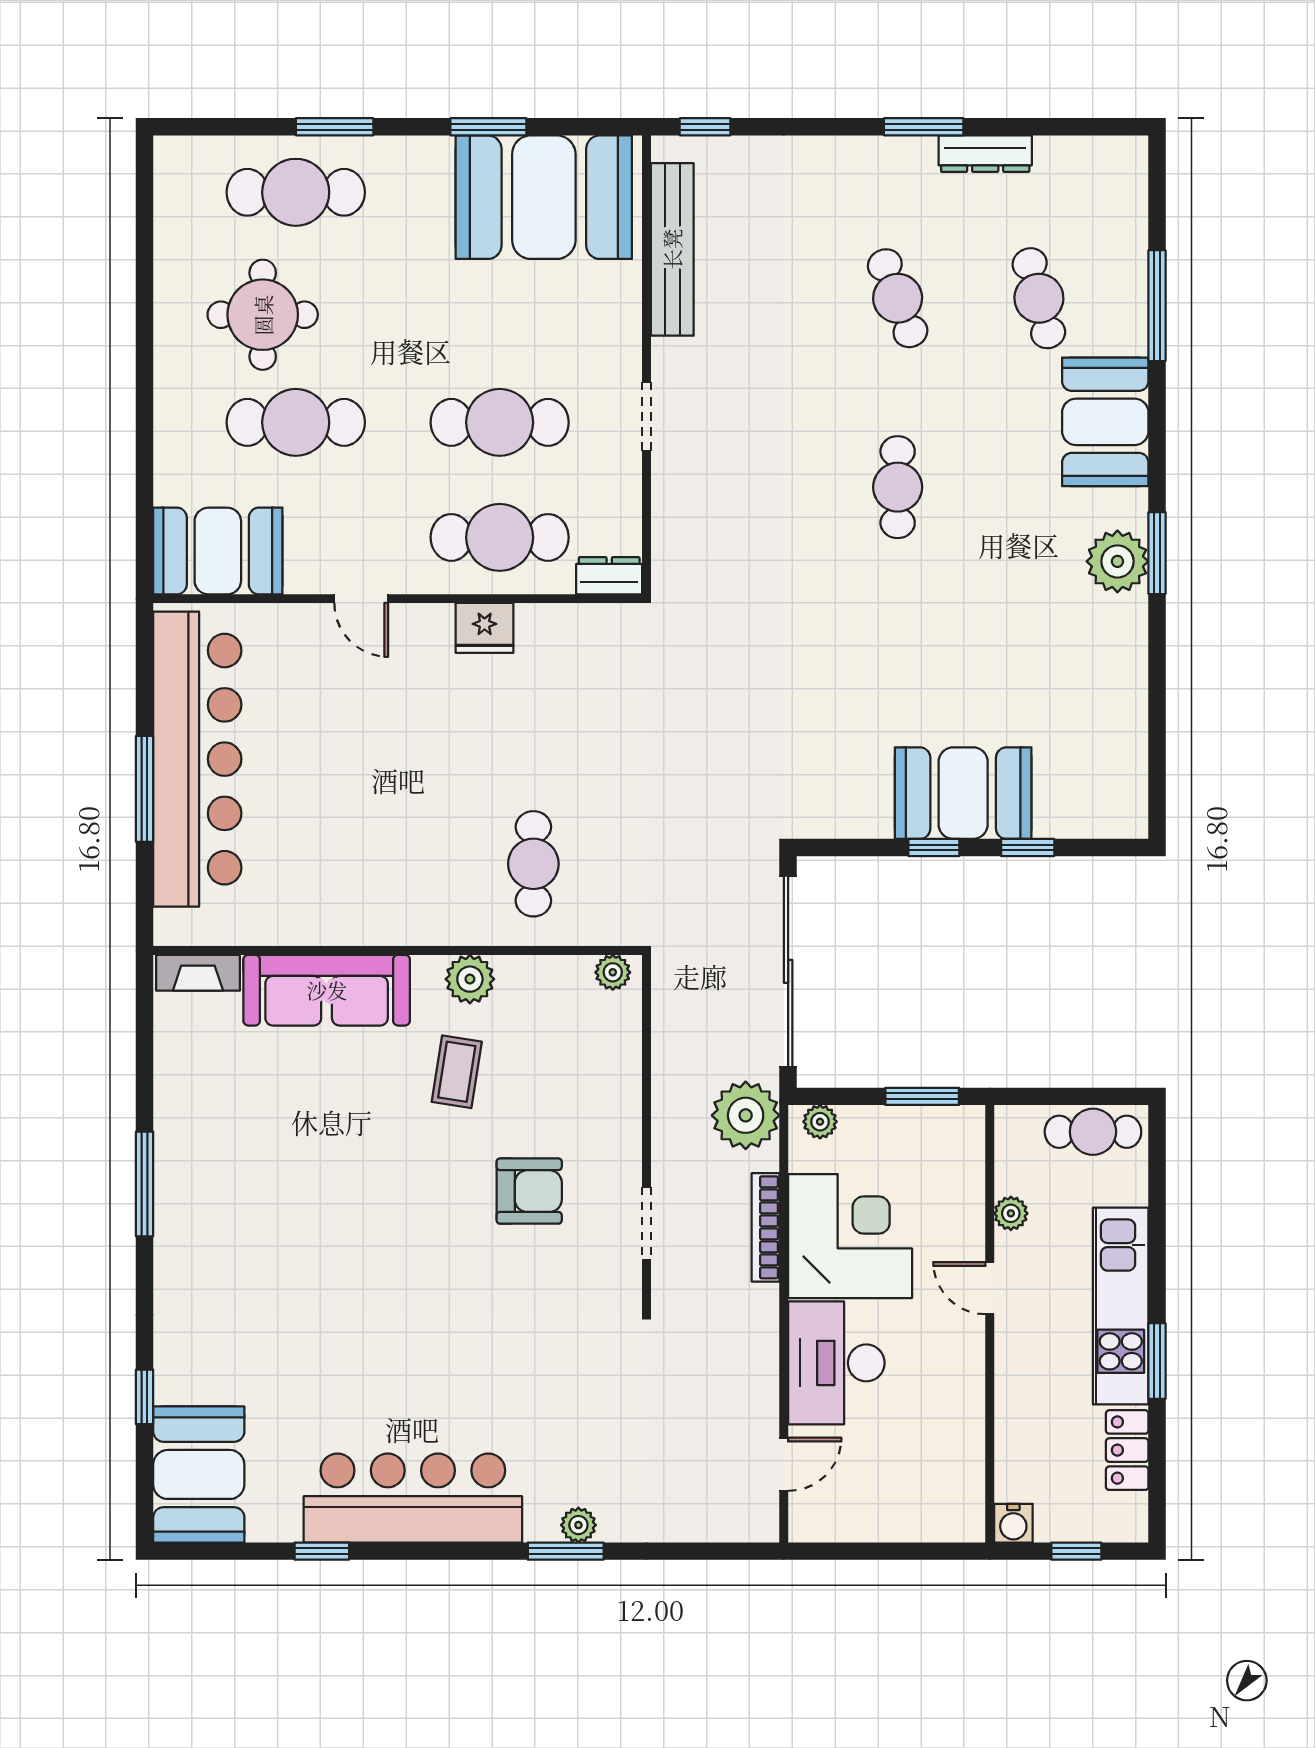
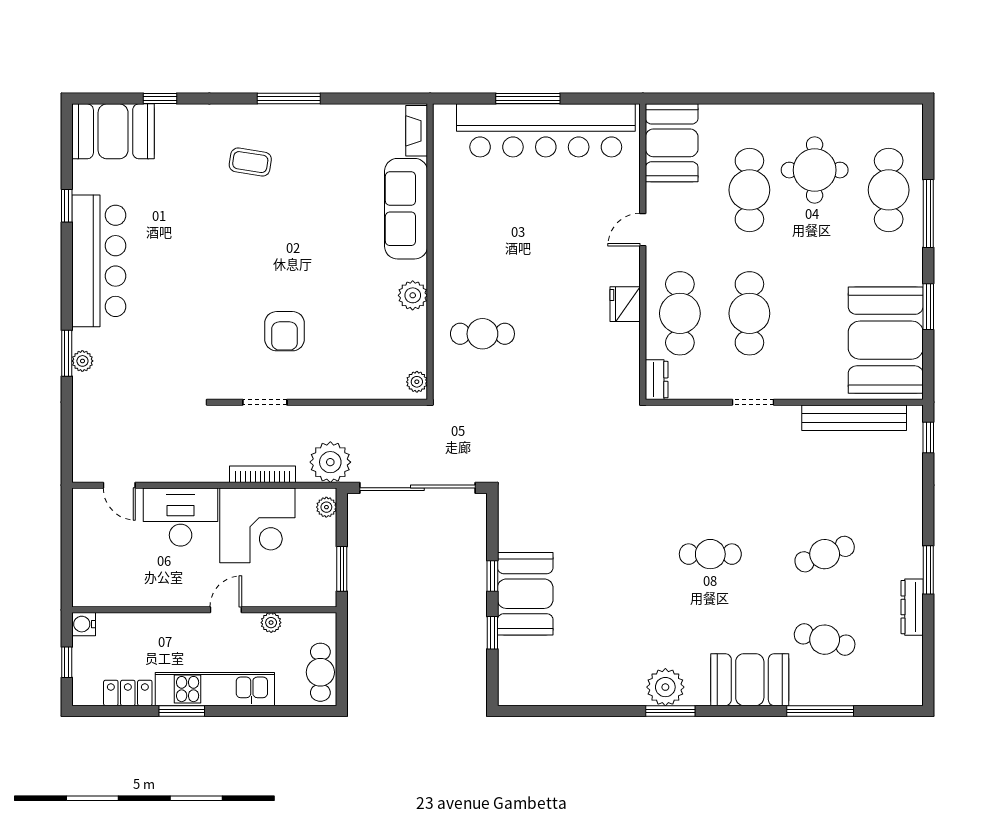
window: (335, 127) -> (928, 213), width x1.44
cafe table: (1039, 298) -> (825, 640), turned 30
coffee table: (457, 1072) -> (250, 162), moved

